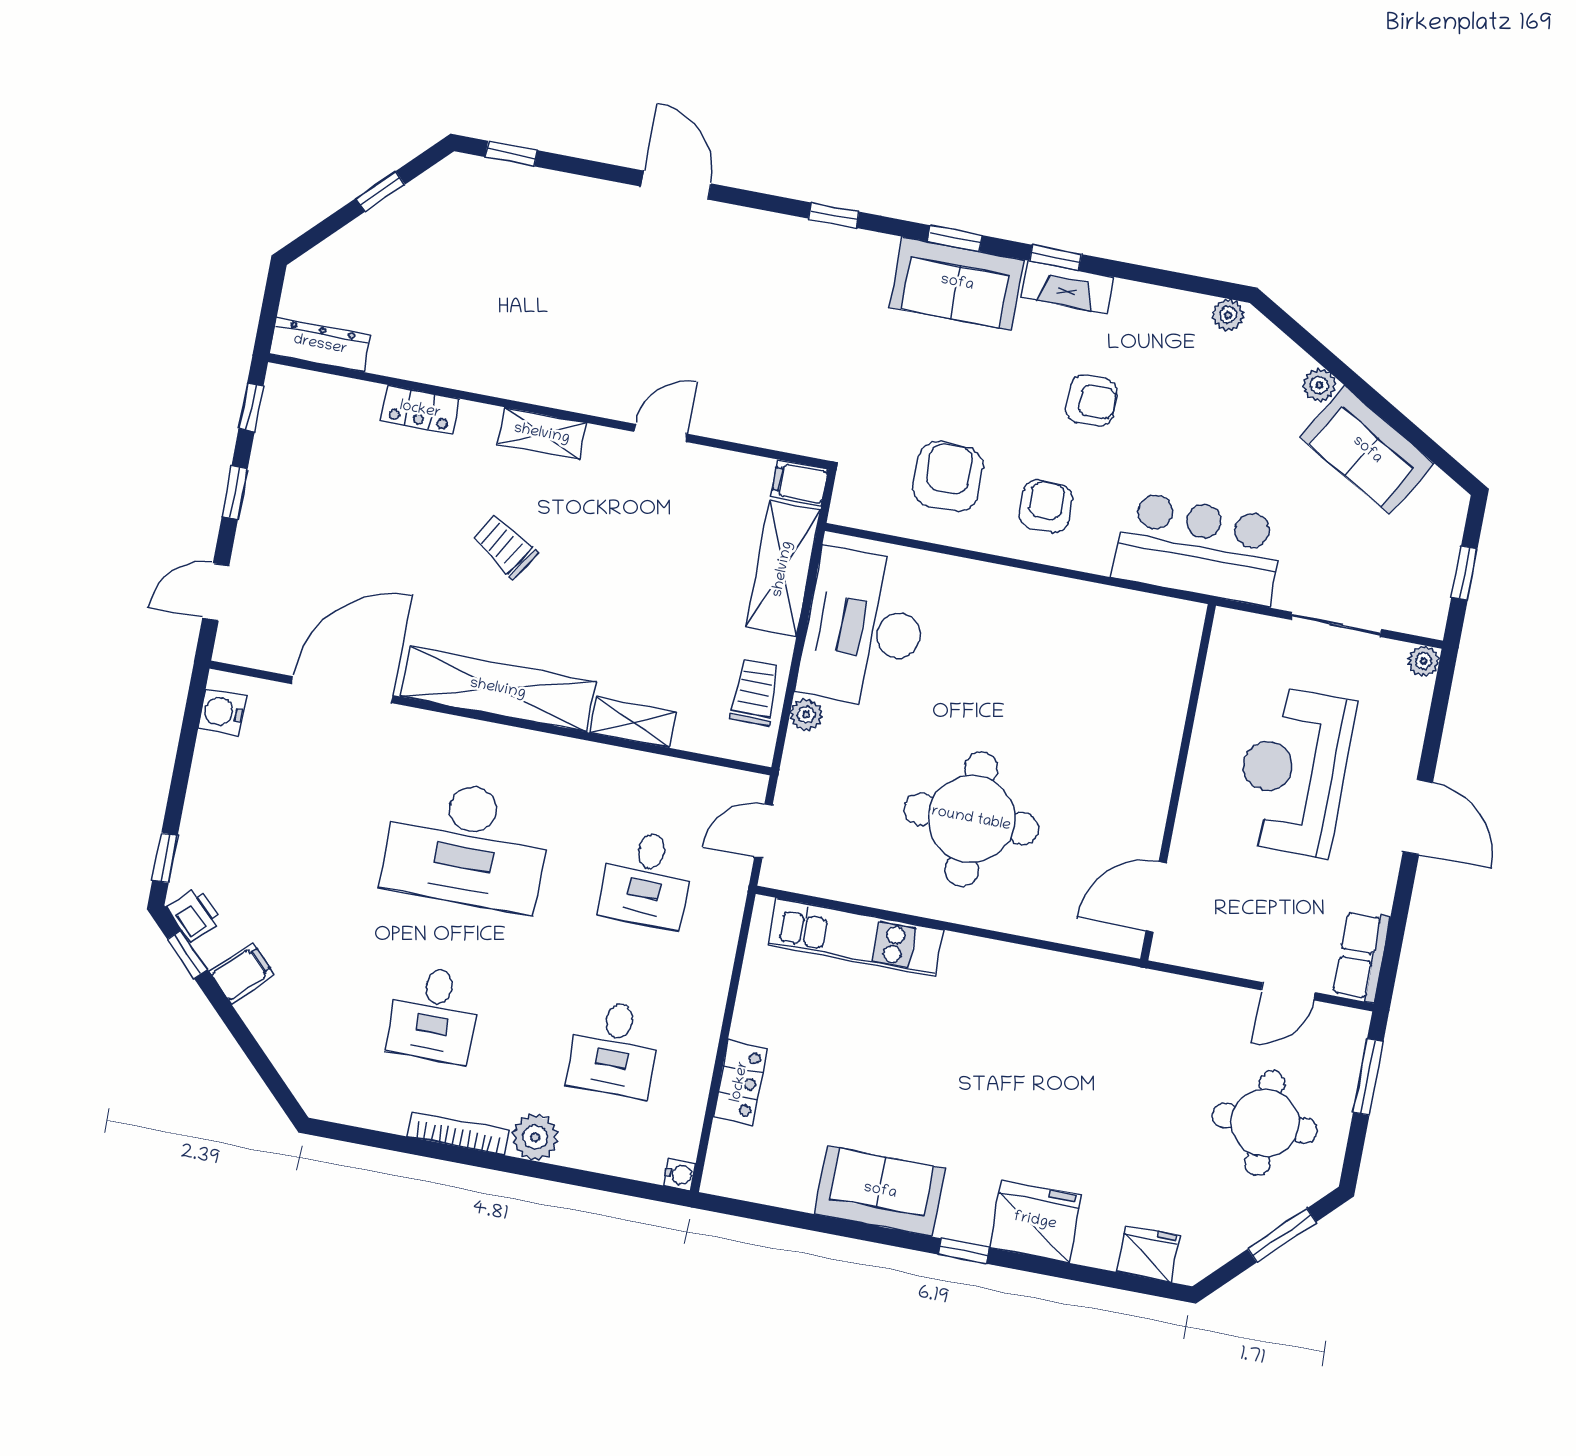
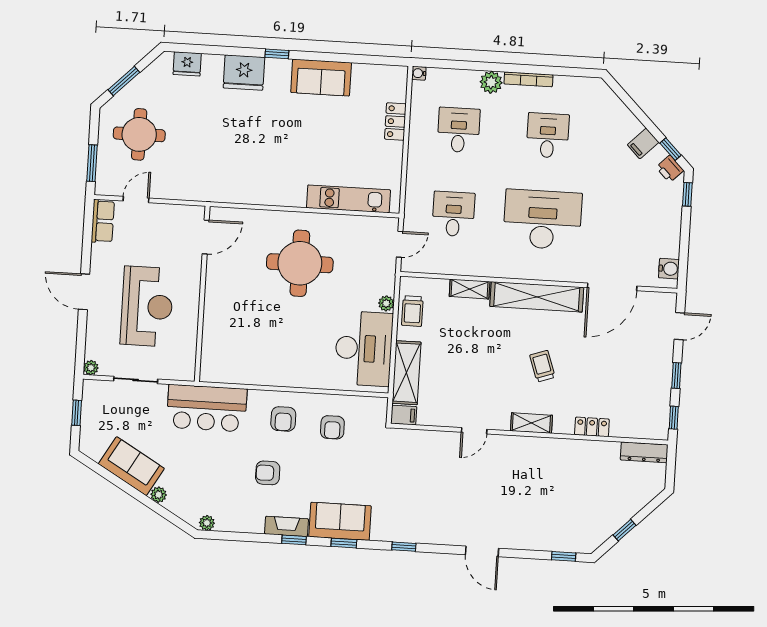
armchair: (948, 477) -> (332, 427), width x0.72, depth x0.72
trolley: (505, 546) -> (542, 366), turned -141

